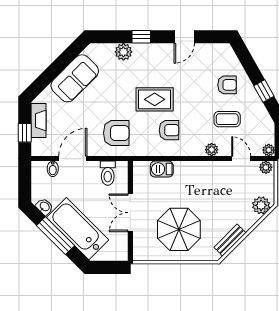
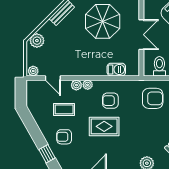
window: (264, 91) -> (47, 154), moved
rug: (155, 99) -> (104, 126), moved
armchair: (116, 133) -> (153, 98), turned 180
plant: (269, 150) -> (88, 85), moved

